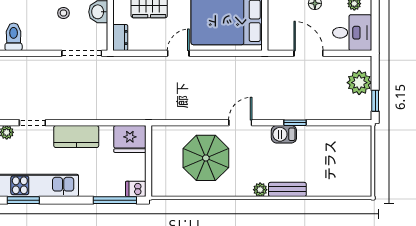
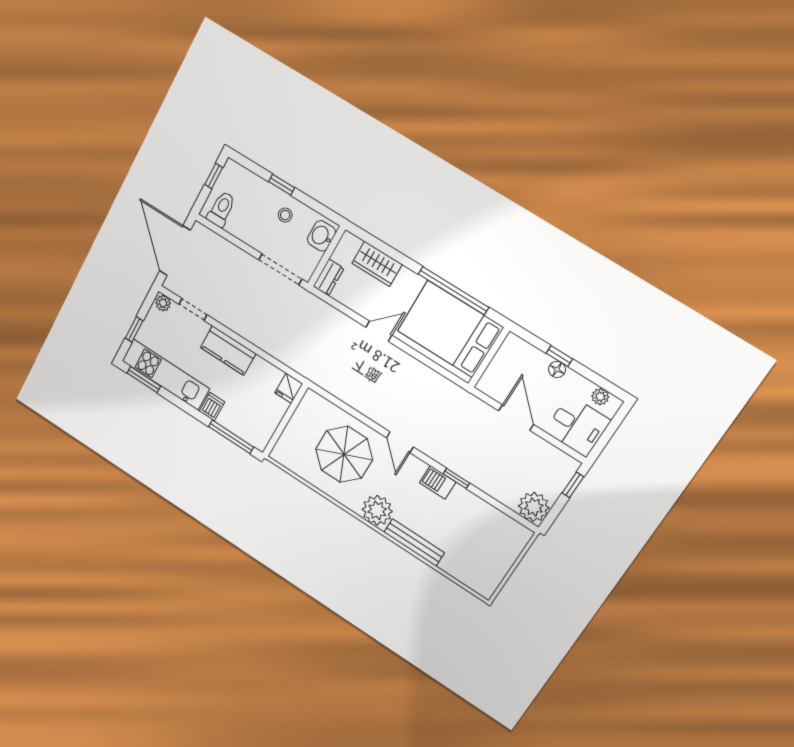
plant: (359, 83) -> (534, 507), moved
window: (375, 101) -> (573, 485), moved
door: (240, 123) -> (400, 442), swing flipped
fridge: (130, 139) -> (289, 388), width x0.53, depth x0.75
dishwasher: (136, 189) -> (212, 407), moved, turned 90
bench: (287, 189) -> (414, 542), width x1.36
plant: (260, 190) -> (377, 510), width x1.87, depth x1.87

